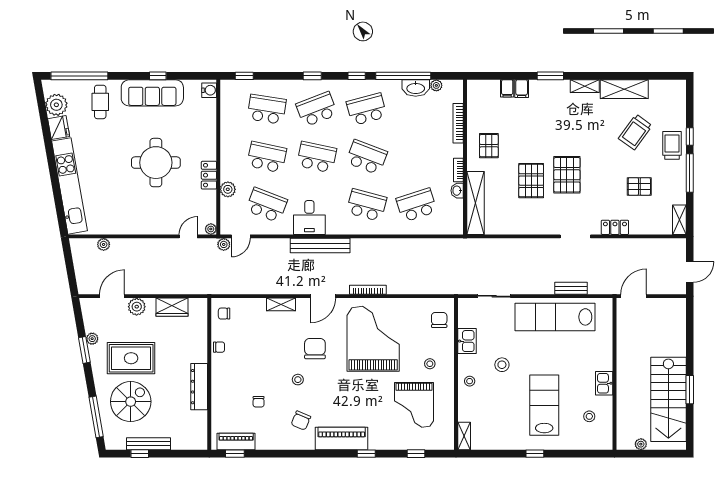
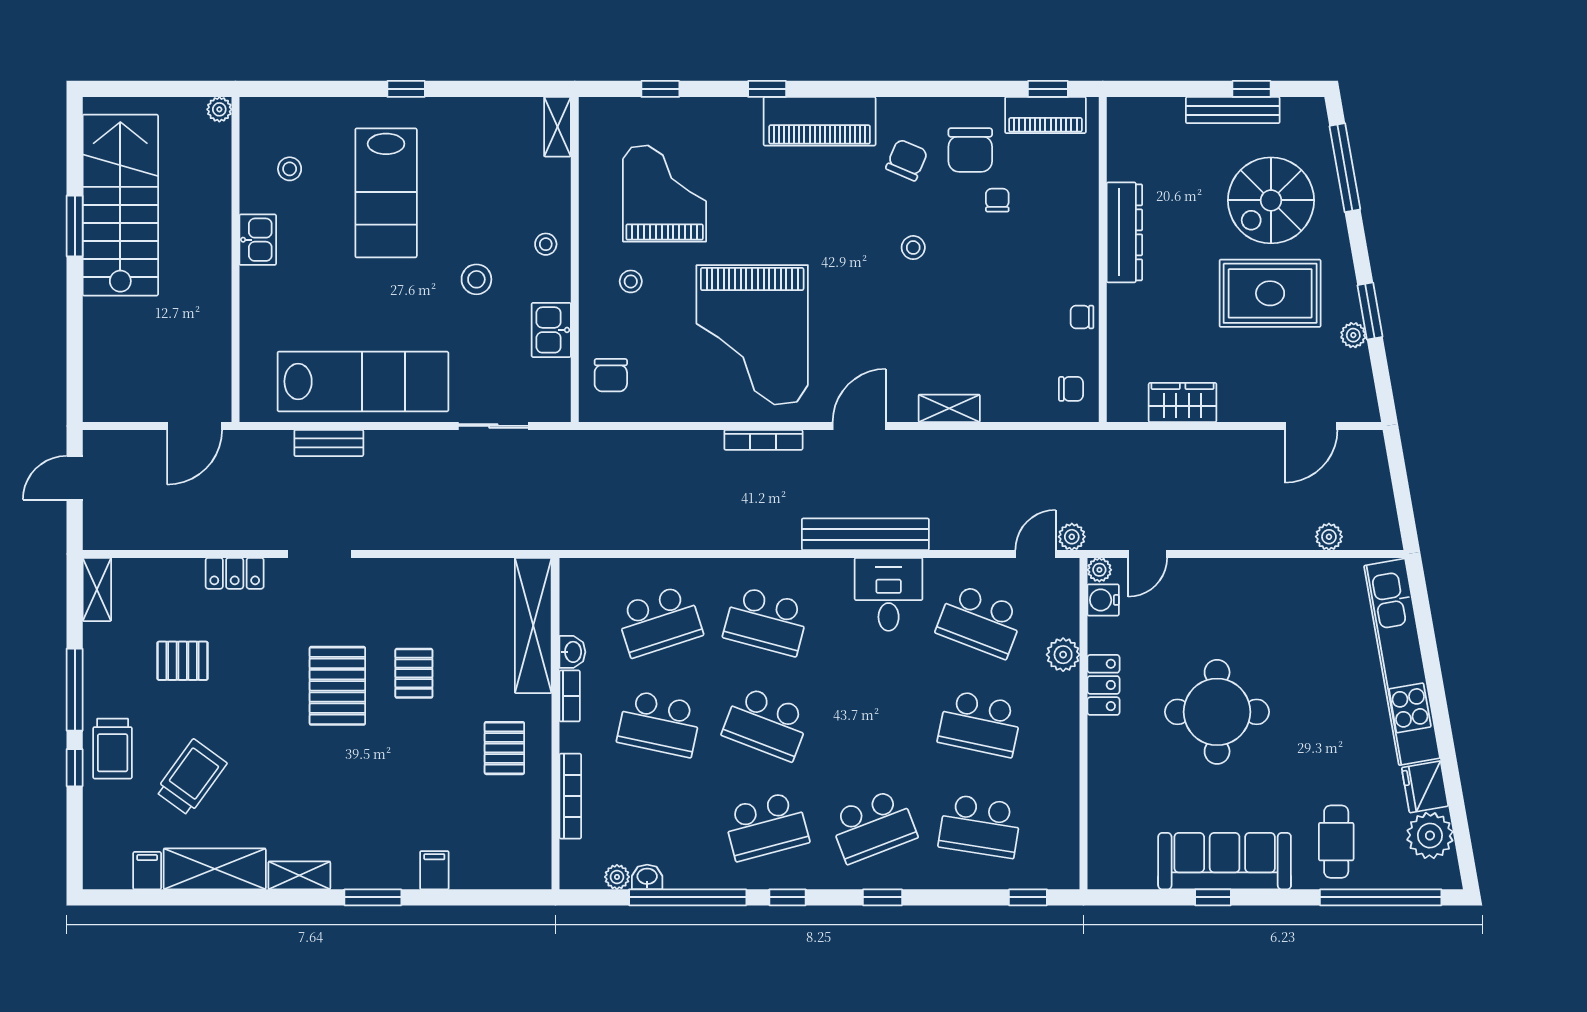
washbasin: (416, 88) -> (647, 877), width x0.52, depth x0.69
filing cabinet: (507, 88) -> (147, 871), moved
water cooler: (209, 90) -> (1103, 600), moved
school desk: (317, 157) -> (659, 724), moved
pallet: (531, 181) -> (414, 673), width x0.67, depth x0.71
plant: (137, 307) -> (1258, 404), removed
chair: (315, 349) -> (970, 150), moved
plant: (641, 444) -> (219, 109), moved

